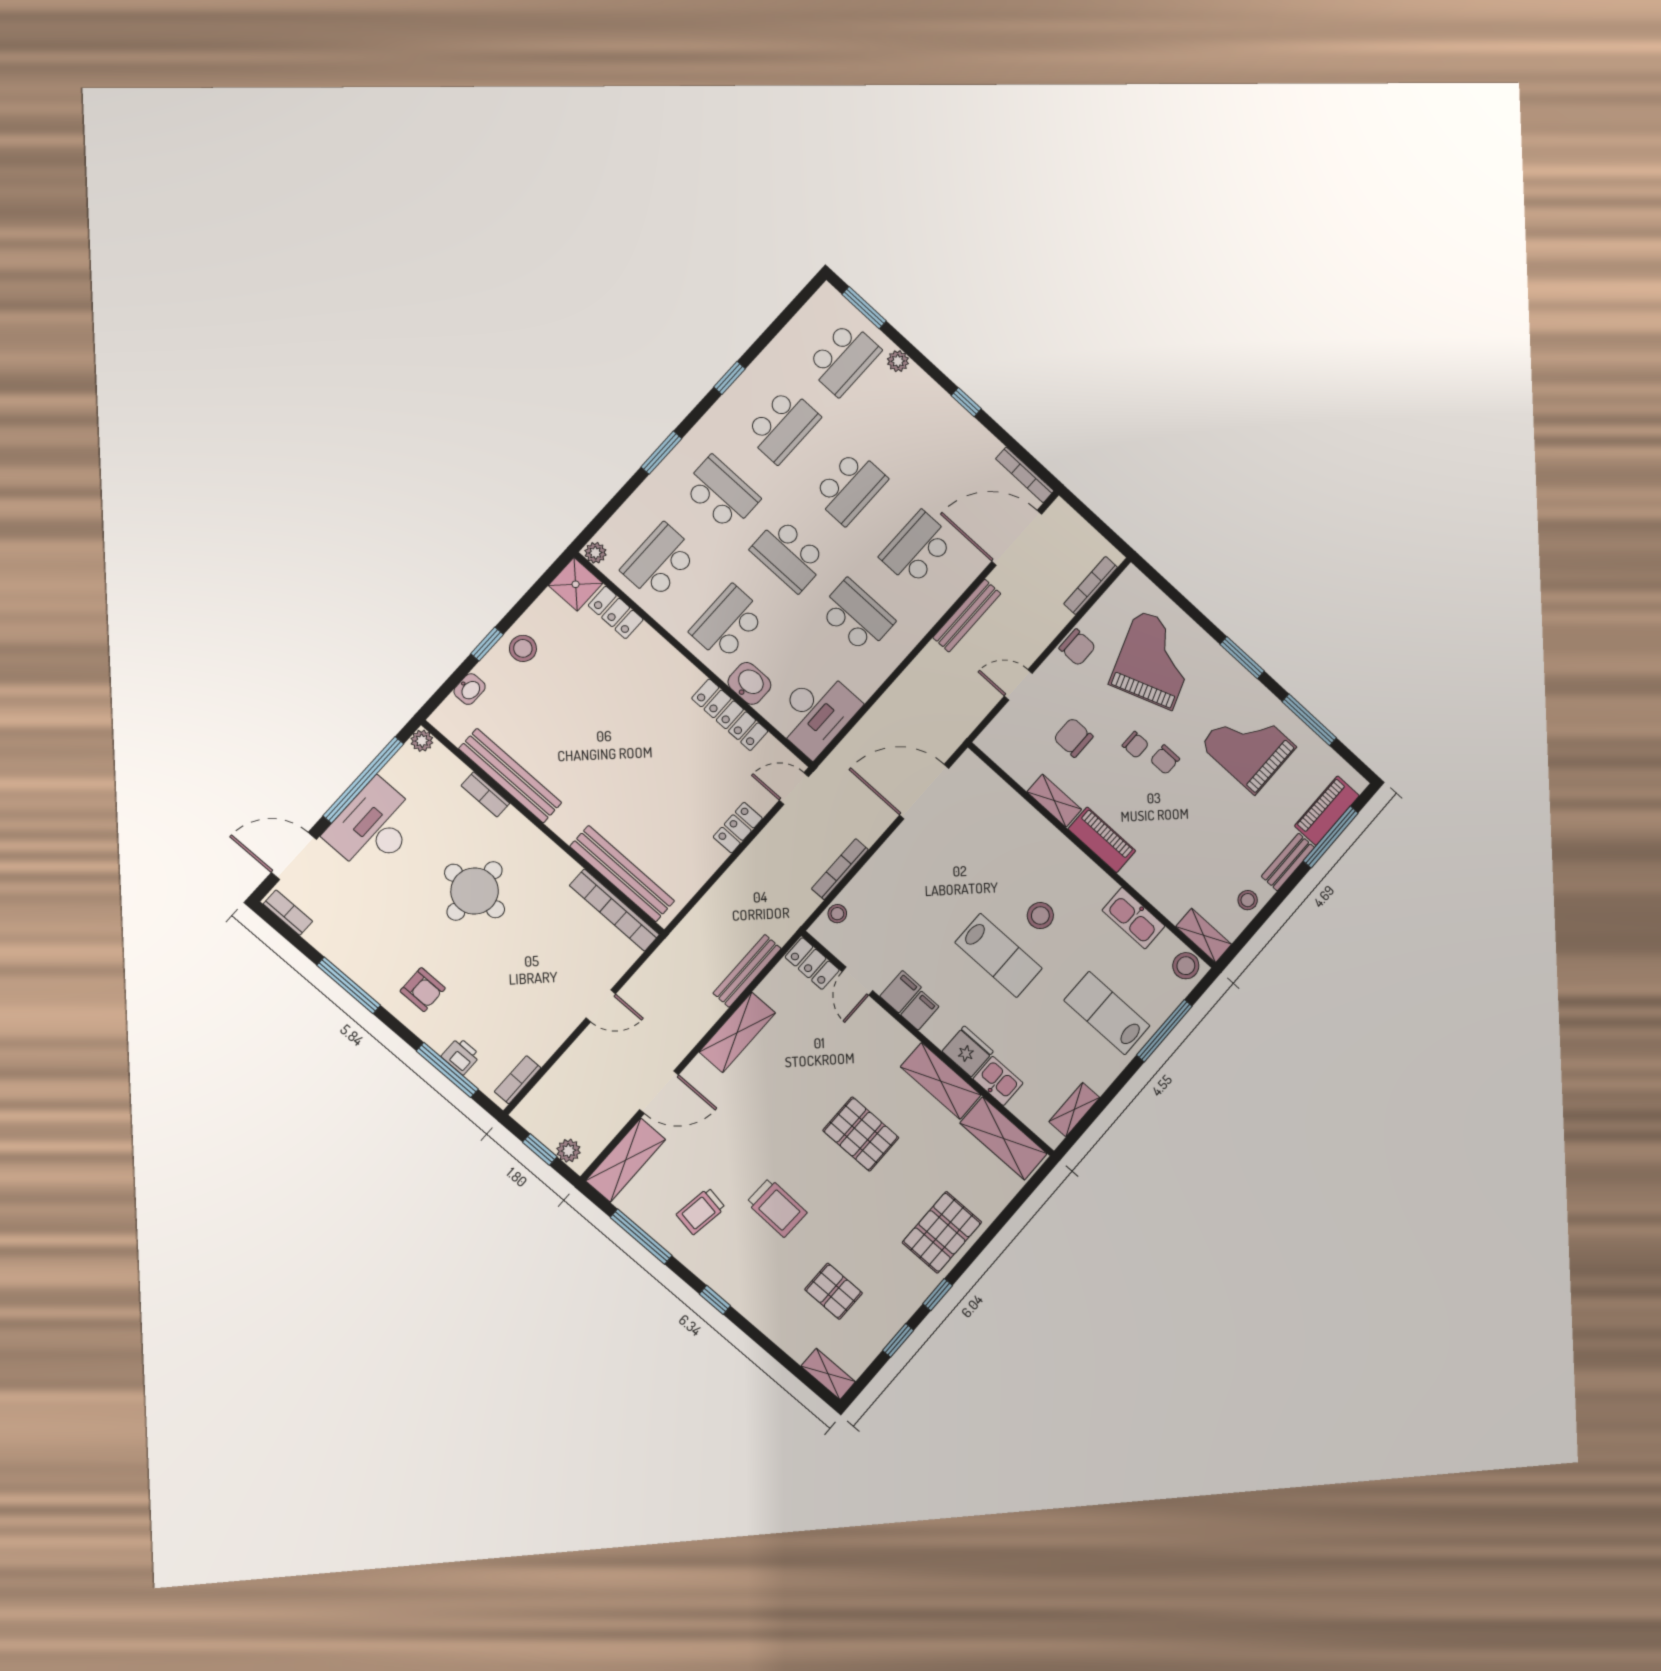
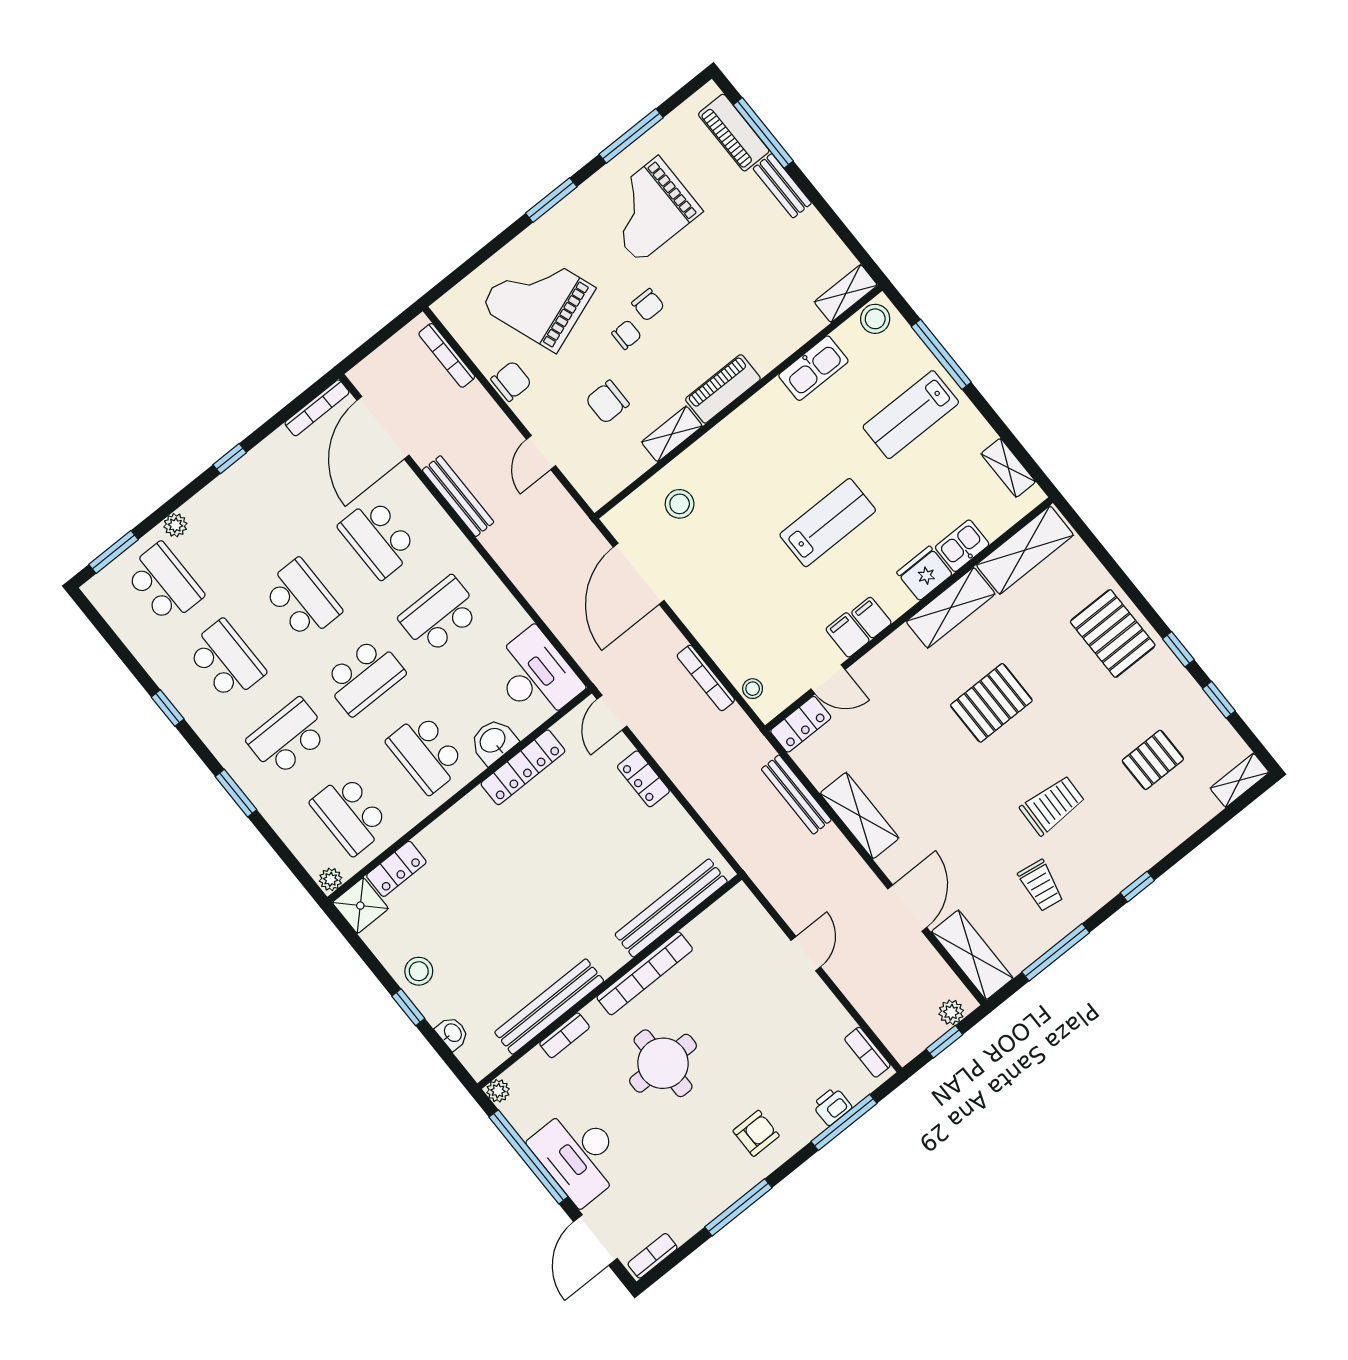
stool: (1248, 900) -> (816, 238), removed
bookcase: (614, 910) -> (645, 973), moved
stool: (1040, 916) -> (680, 504), moved

